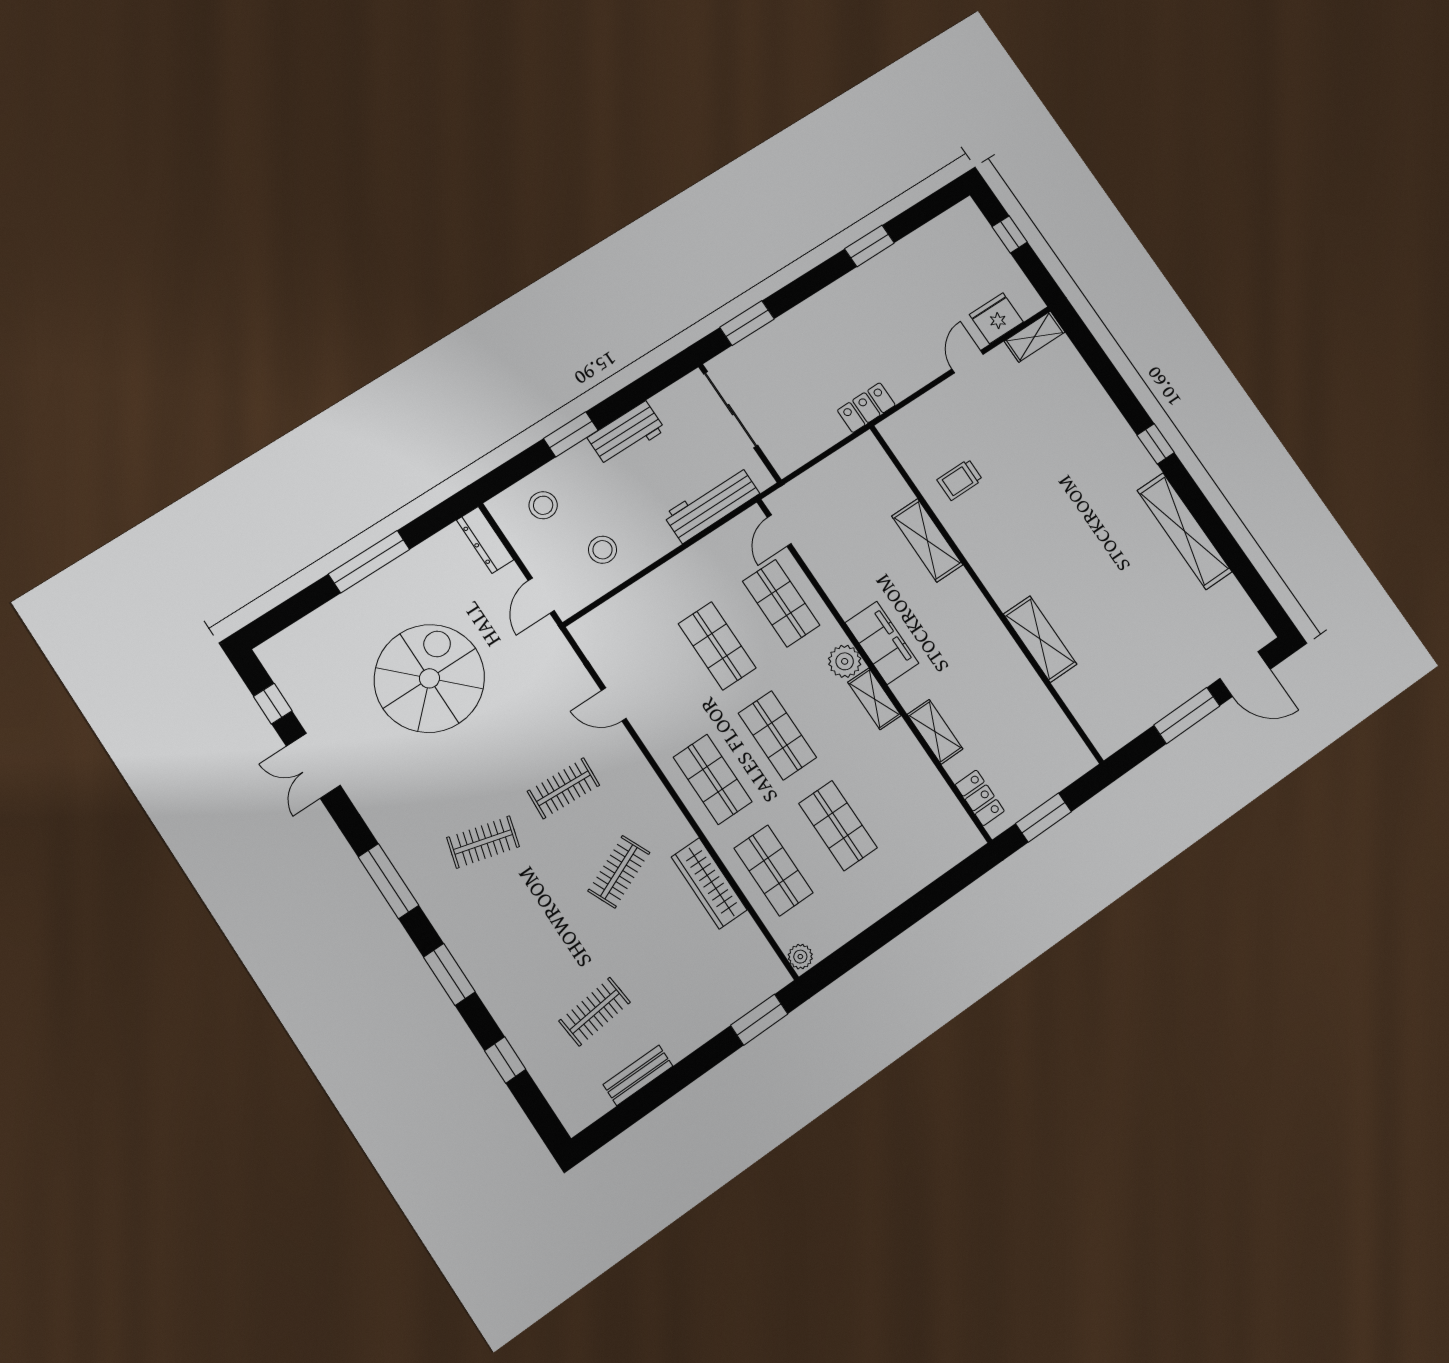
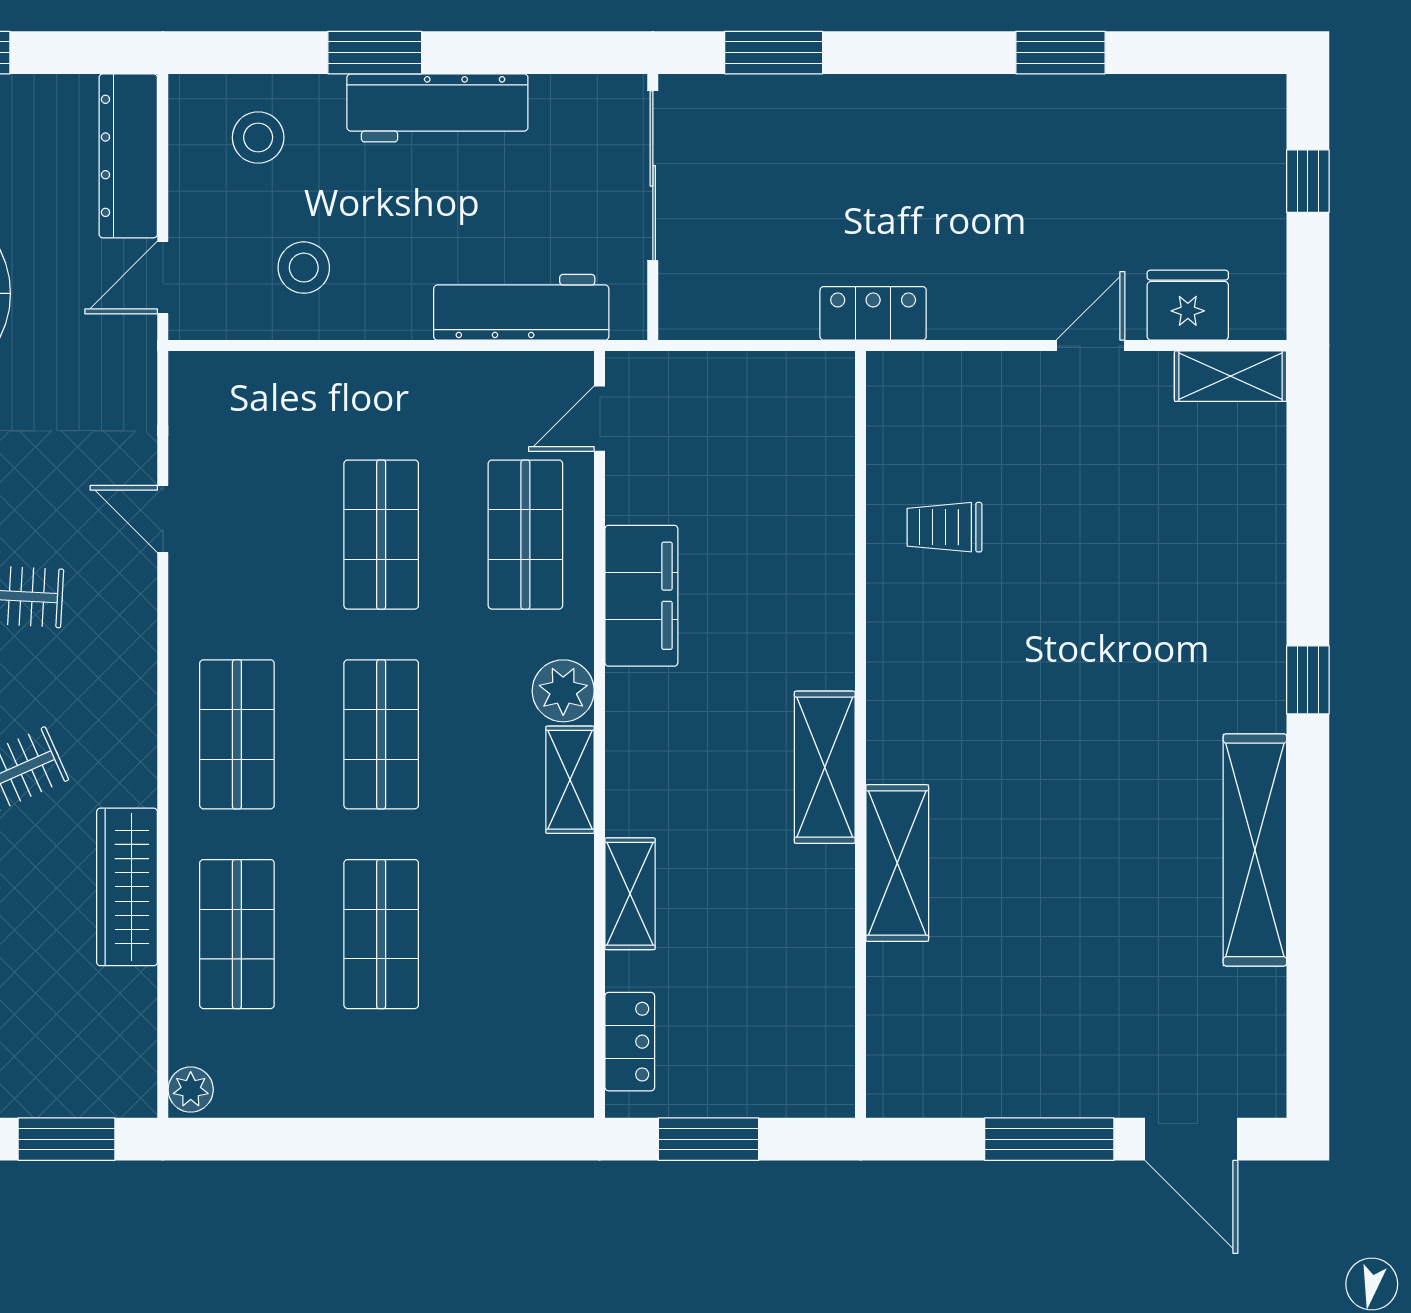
workbench: (626, 434) -> (437, 108), width x1.38
dresser: (485, 540) -> (128, 156), width x1.37, depth x1.24
shelving: (927, 540) -> (825, 767), moved
filing cabinet: (882, 643) -> (641, 596), moved

